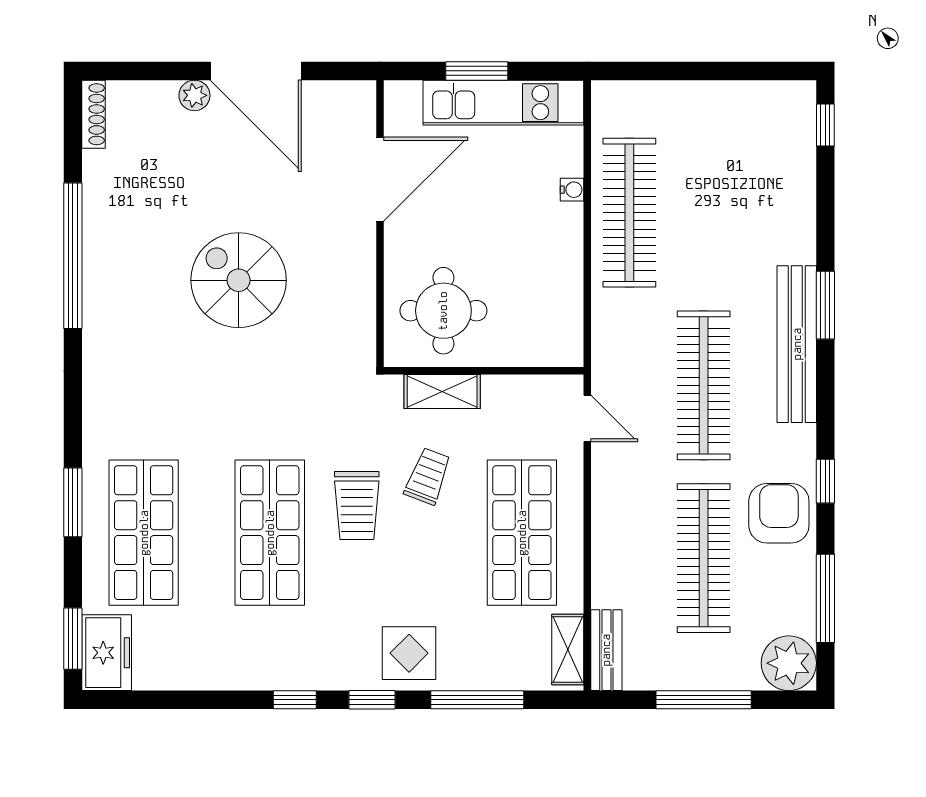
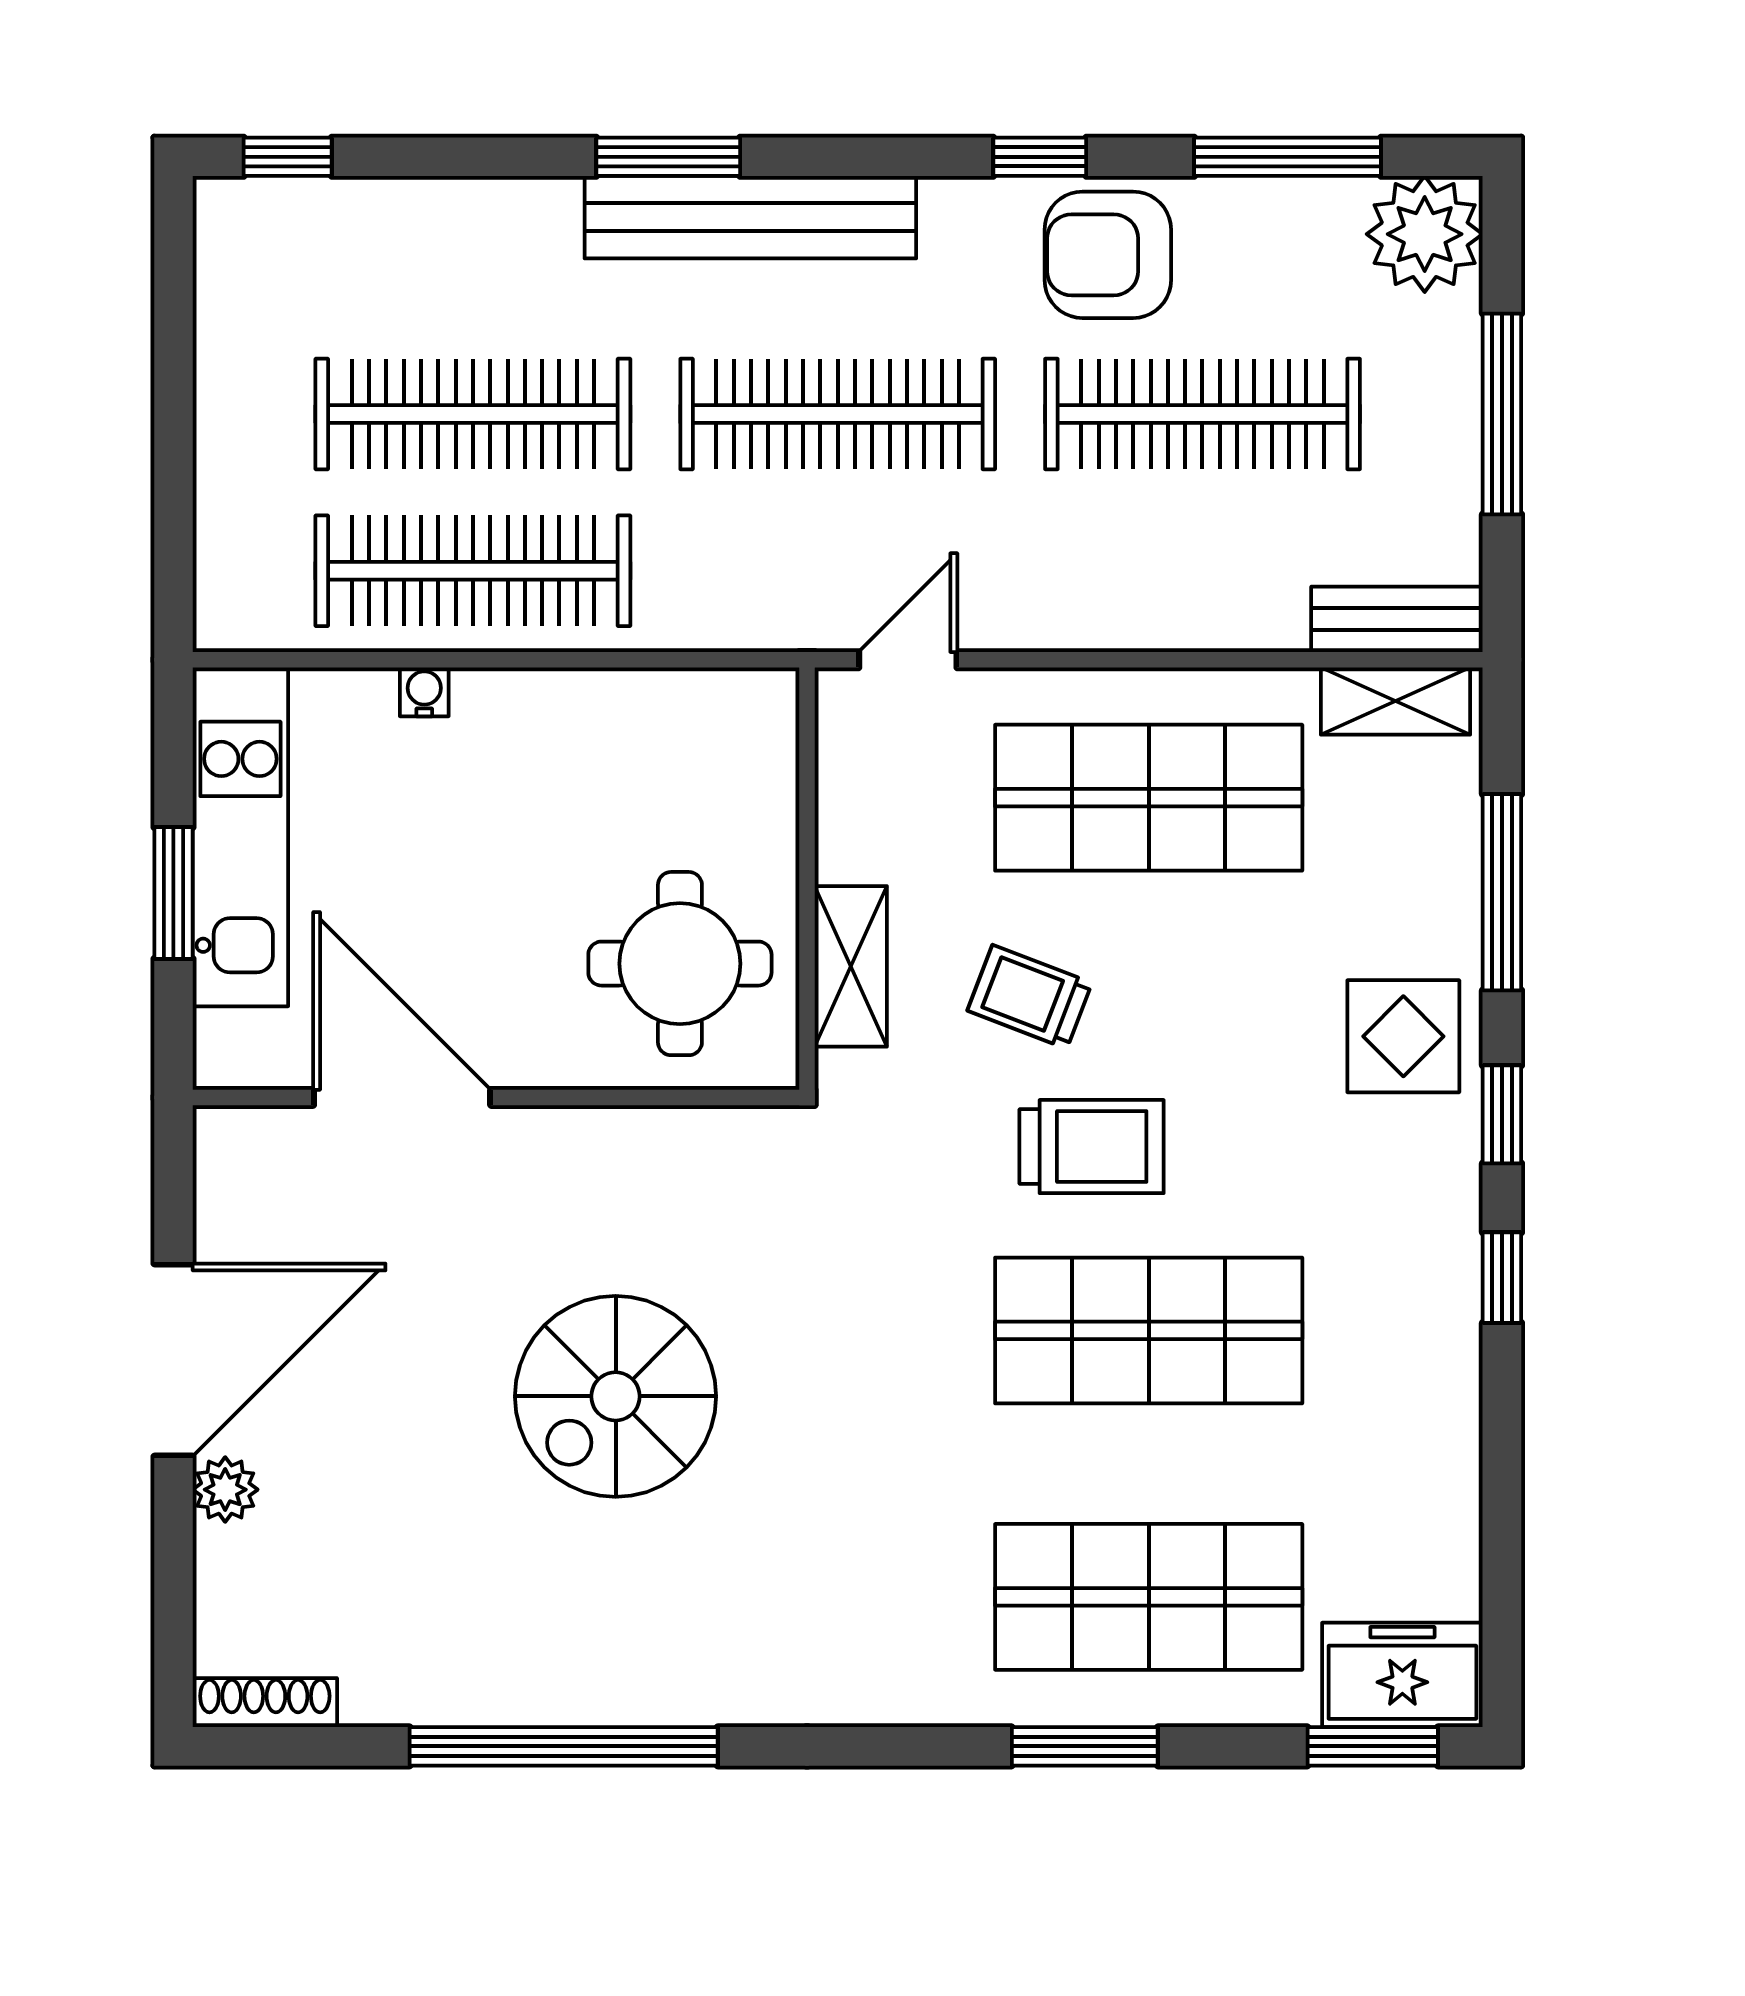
clothes rail: (704, 213) -> (473, 414), added

